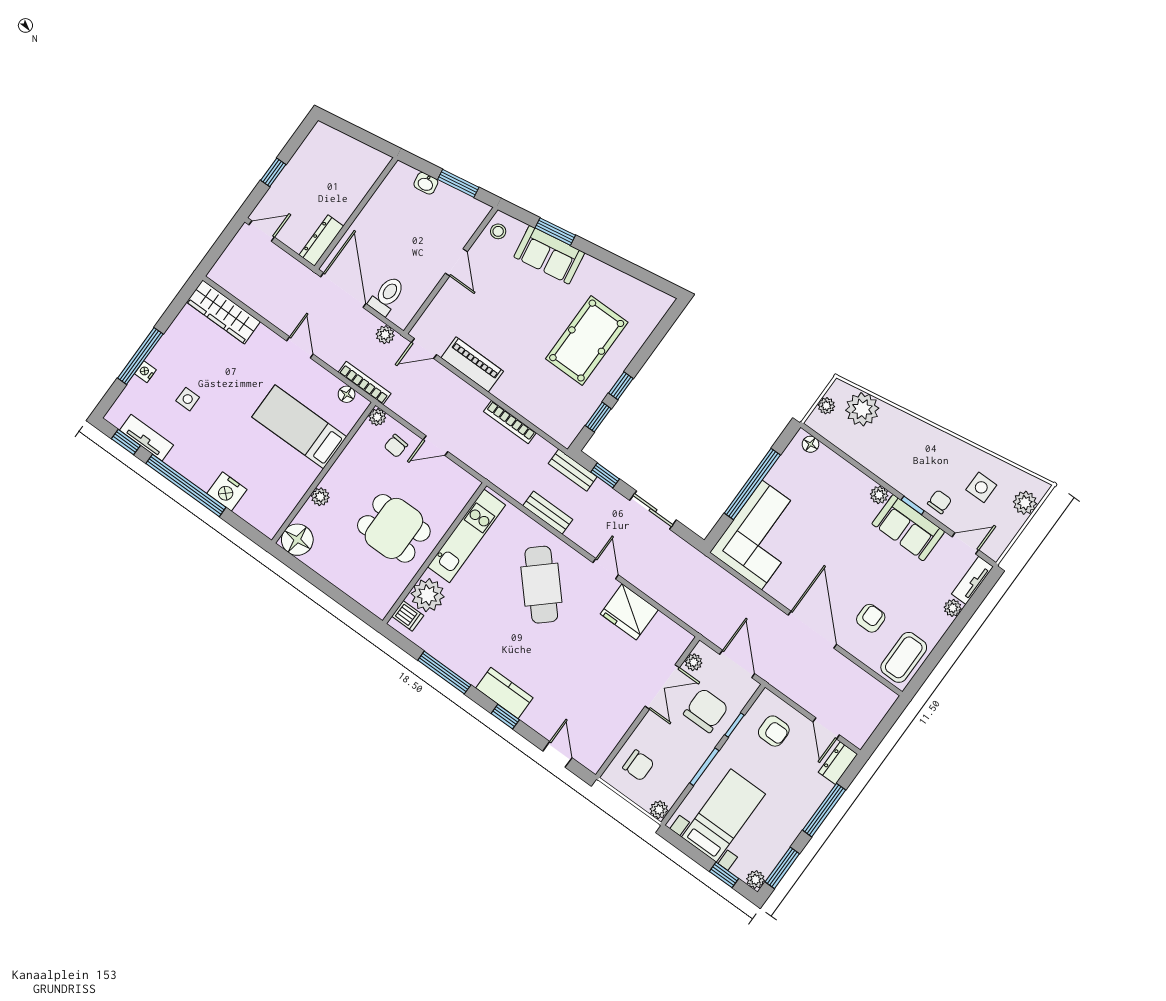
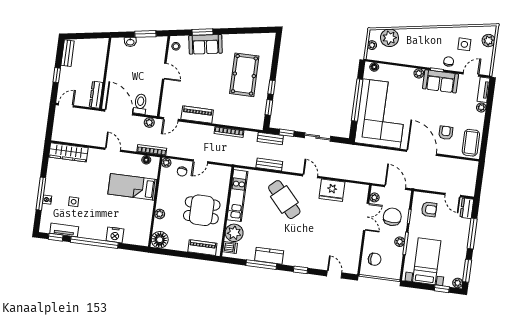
bench: (311, 146) -> (68, 53), added
corner sofa: (762, 535) -> (381, 114), width x1.36, depth x1.36
piano: (361, 591) -> (202, 248), added
kitchen counter: (504, 693) -> (269, 256), moved
plant: (659, 810) -> (400, 242), moved

